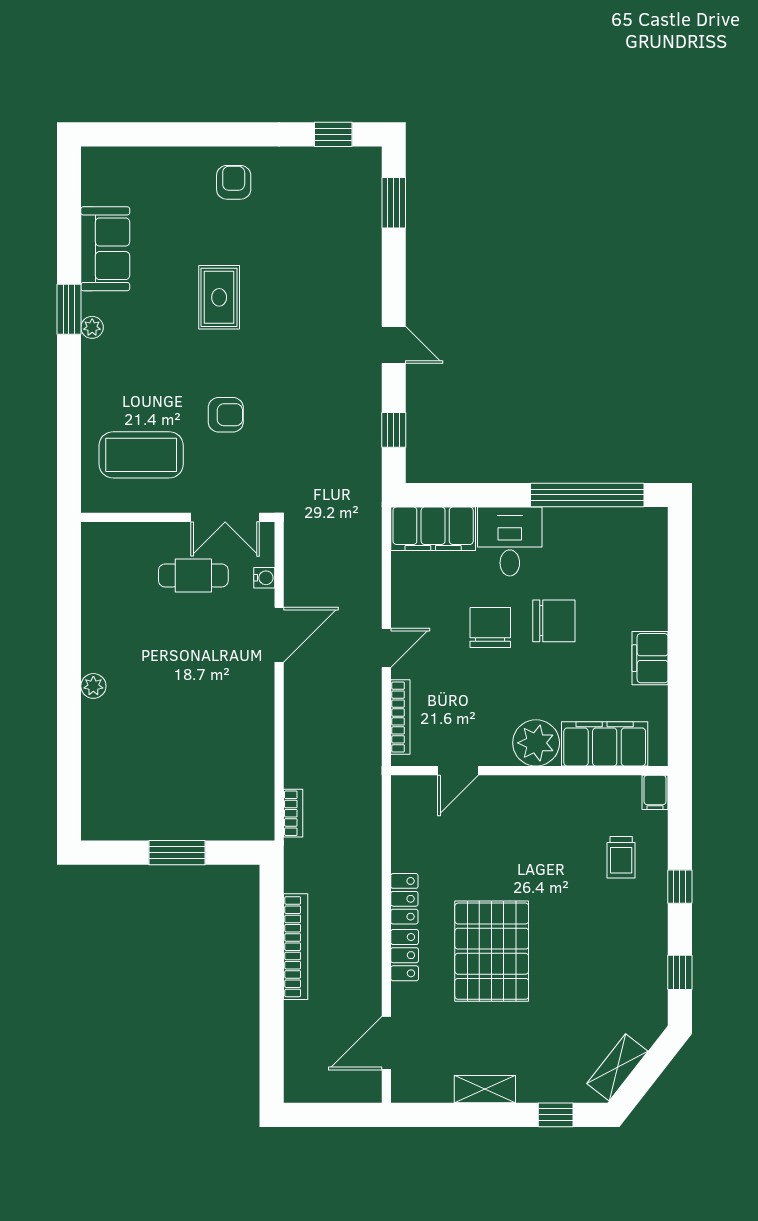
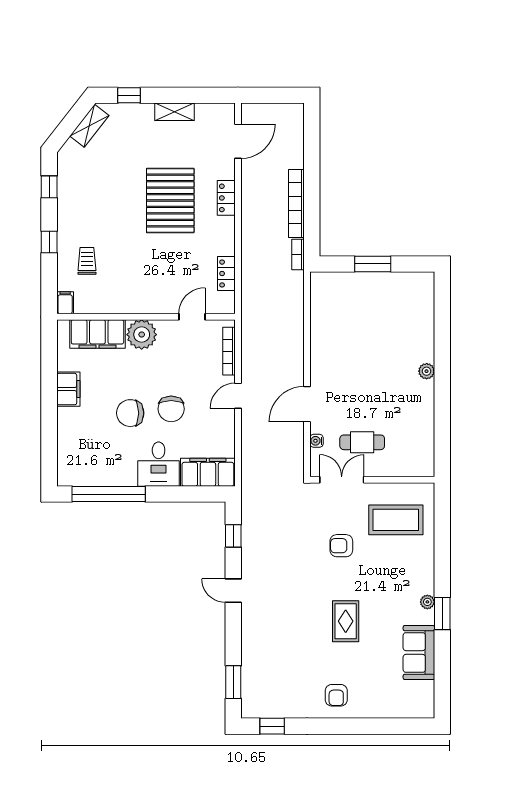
bookcase: (293, 813) -> (298, 254), moved
locker: (404, 899) -> (226, 274), moved

